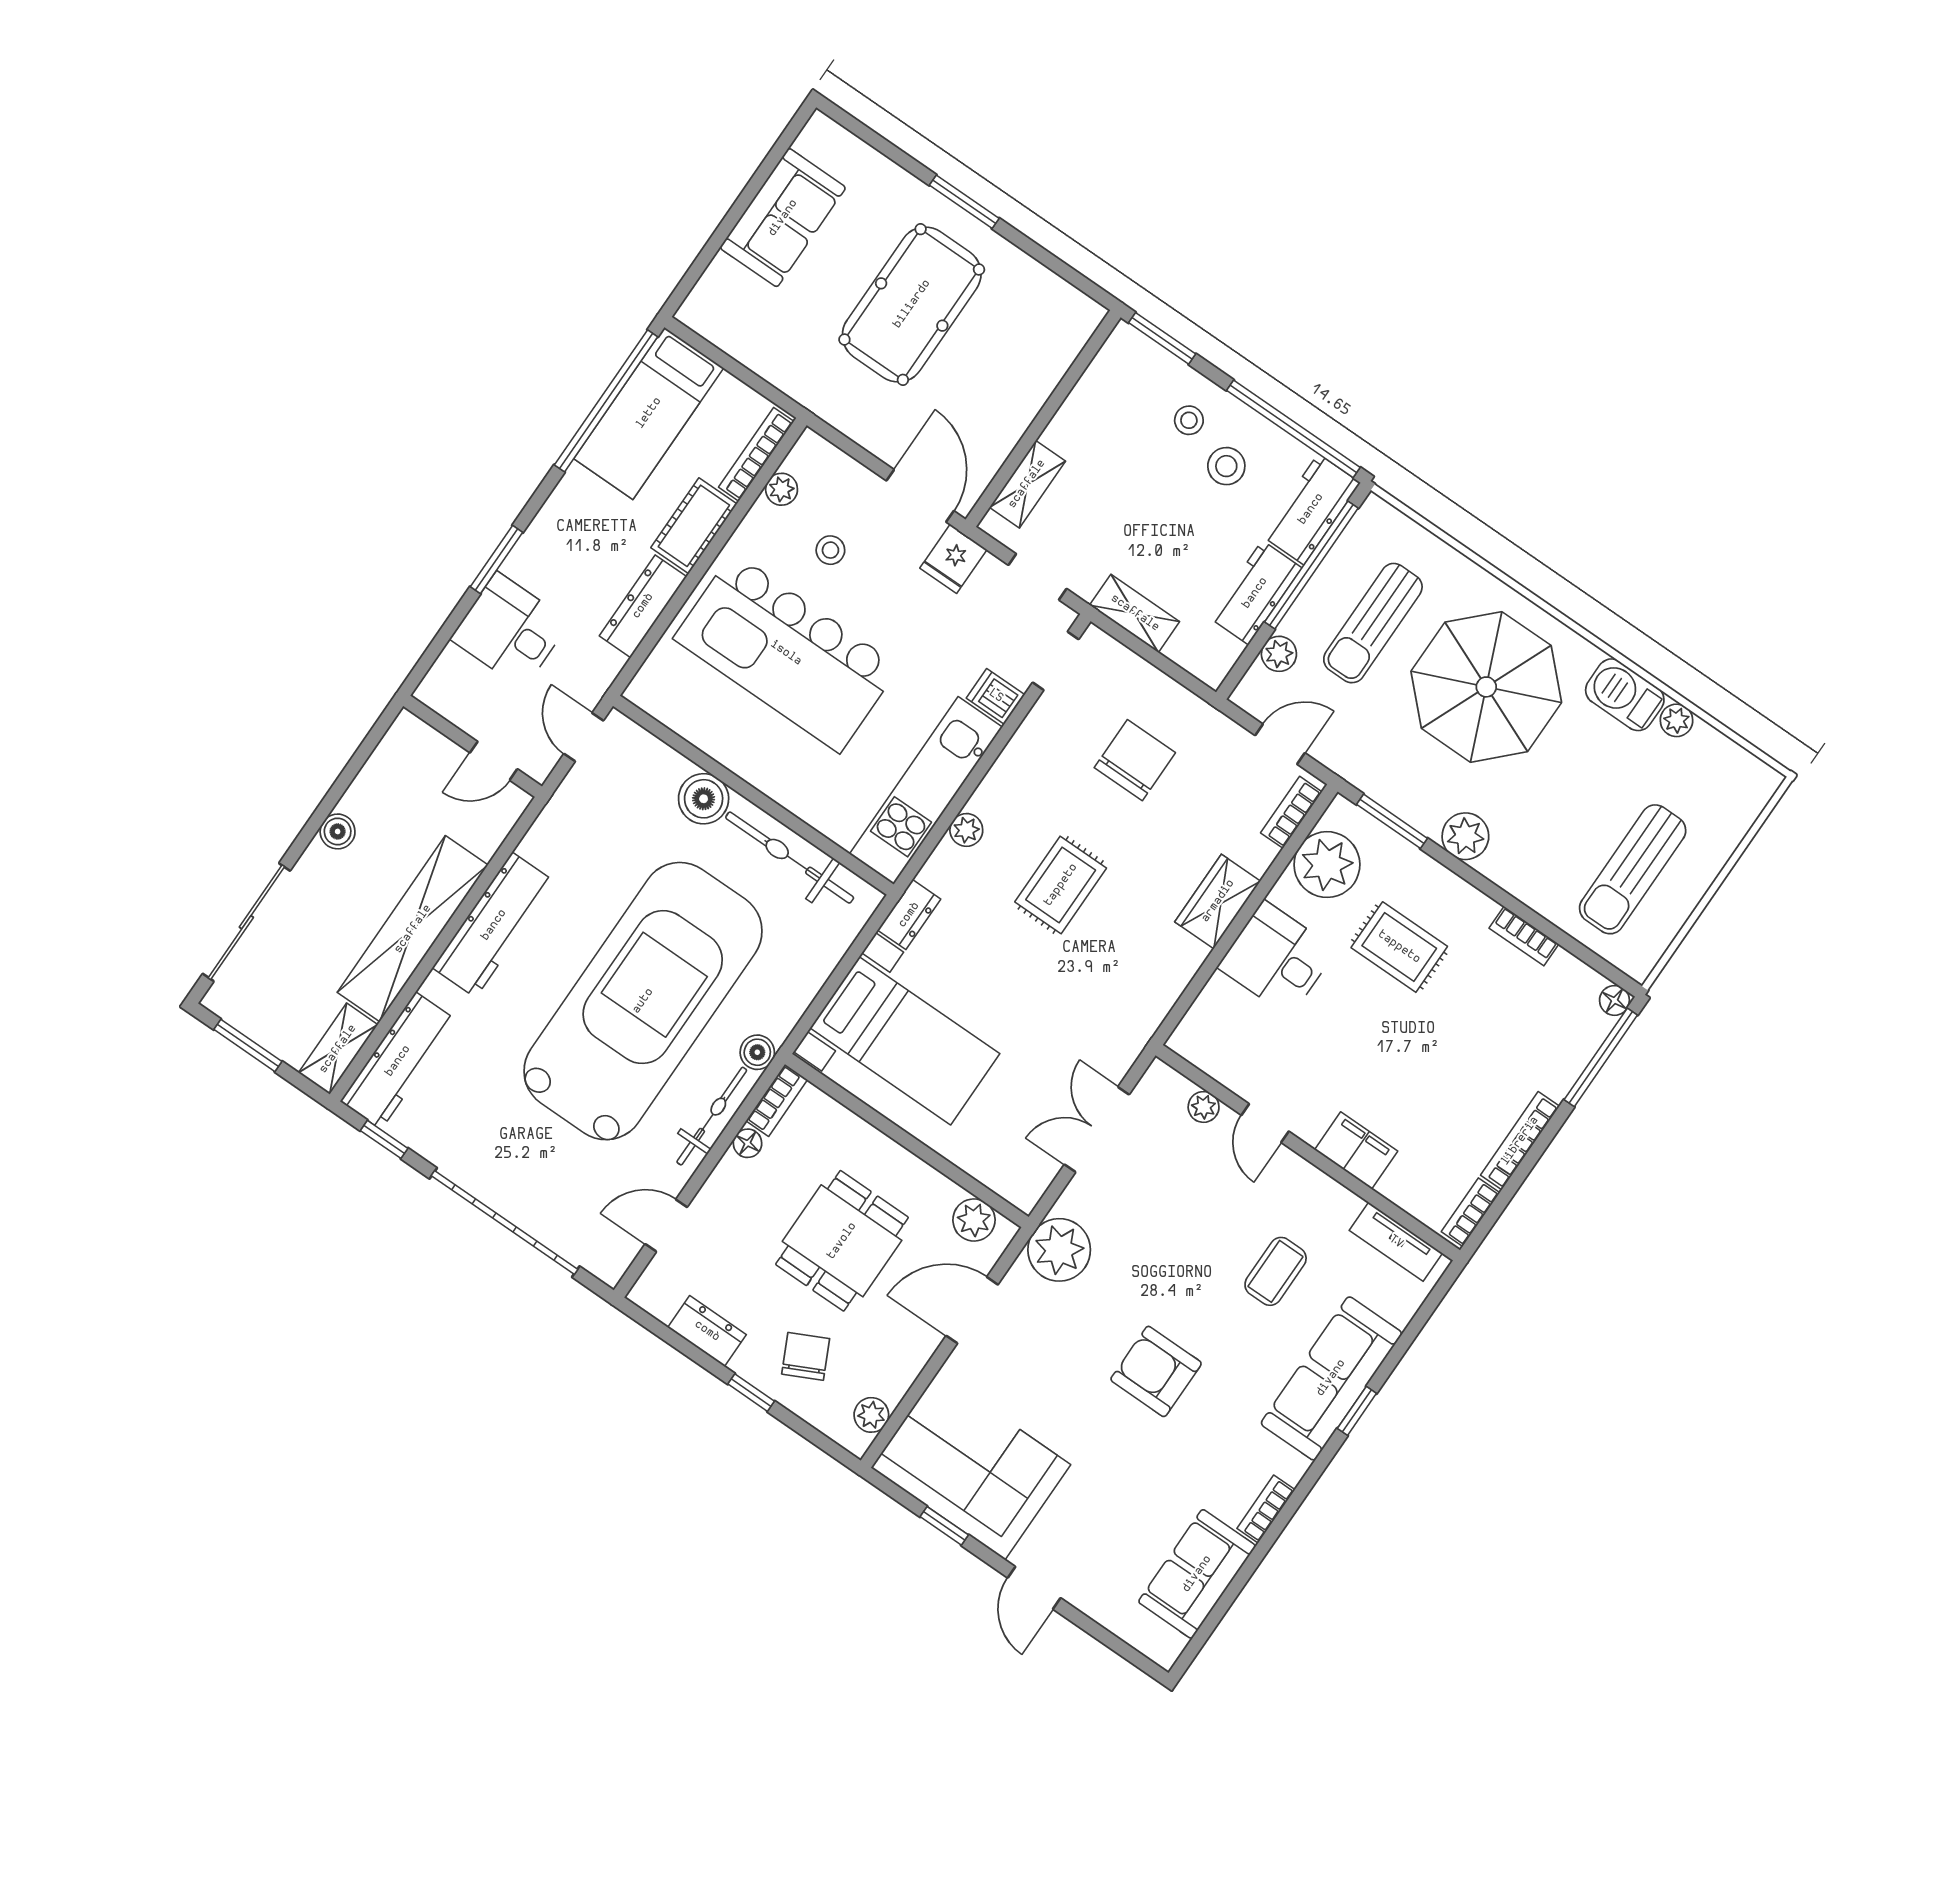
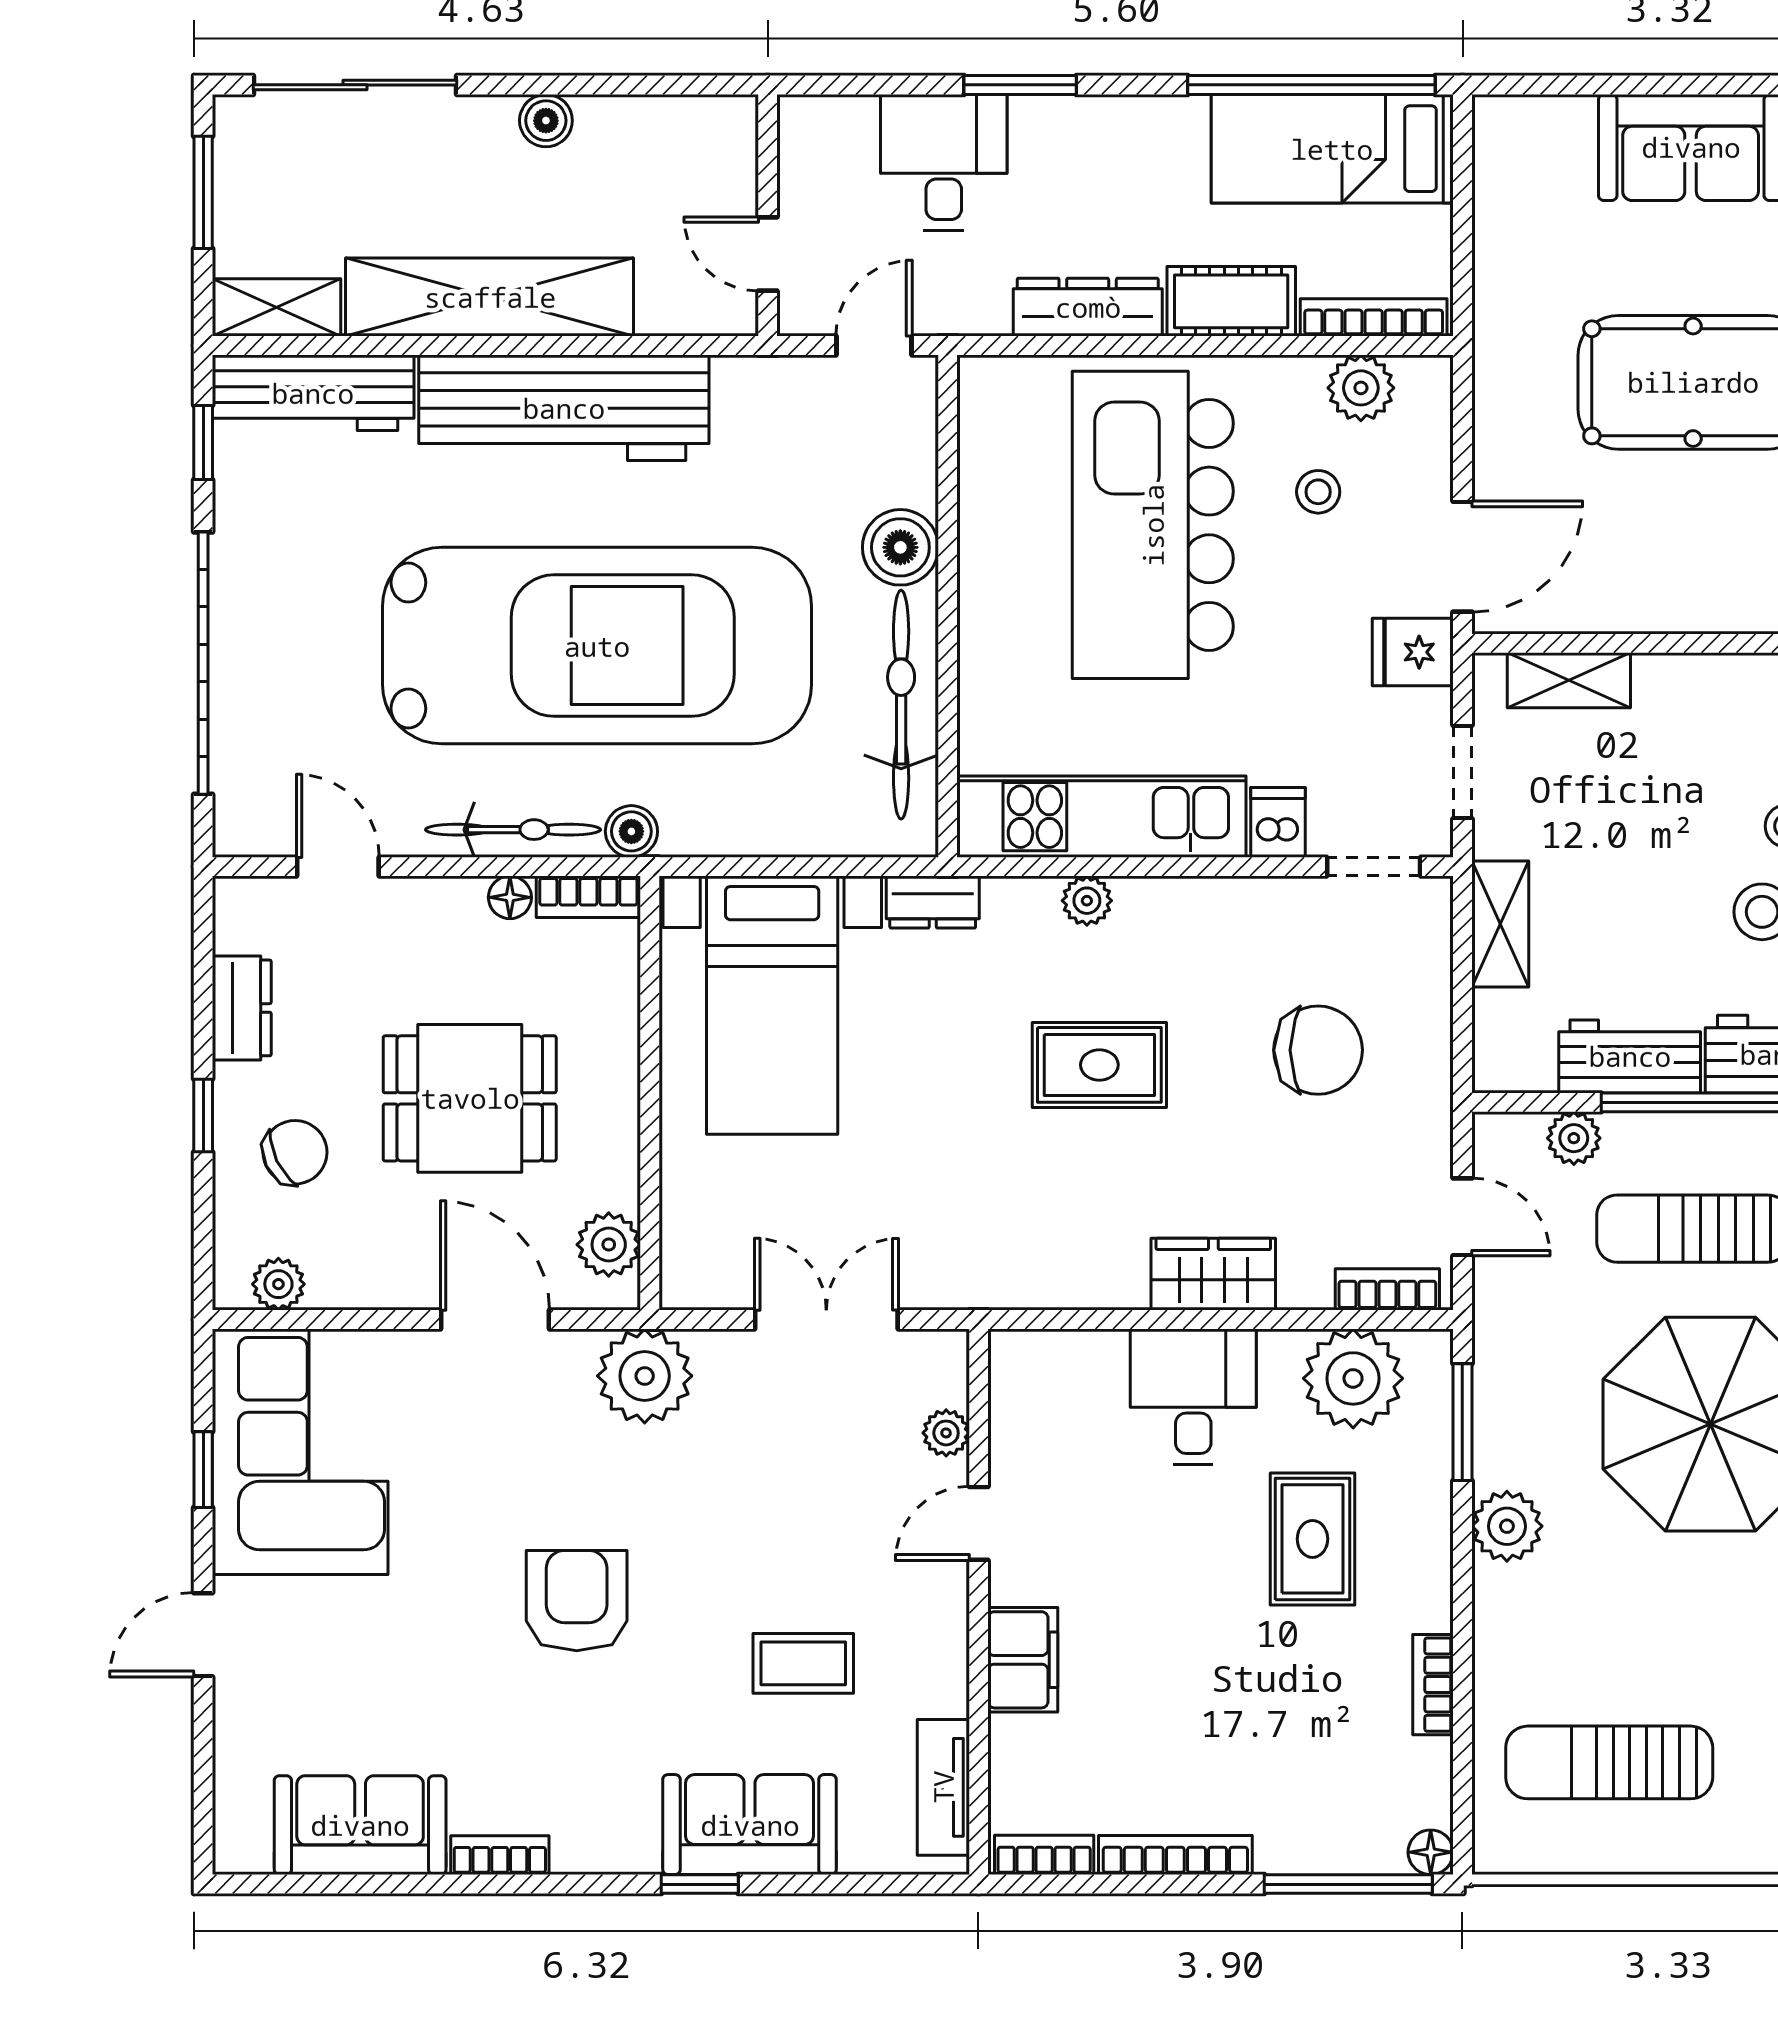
plant: (782, 489) -> (1361, 388), width x1.38, depth x1.38
workbench: (494, 925) -> (564, 408), width x1.36, depth x1.32
sofa: (1331, 1378) -> (750, 1825), width x0.73

